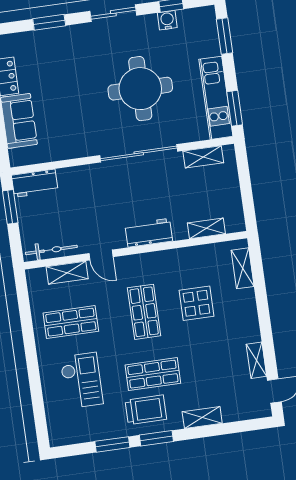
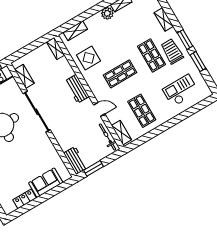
shelving: (206, 228) -> (56, 48), moved
door: (101, 255) -> (99, 109), hinge flipped
shelving: (67, 273) -> (121, 133), moved
display table: (196, 303) -> (89, 58), moved
plant: (249, 331) -> (107, 13), added
checkout: (81, 380) -> (181, 91), moved

